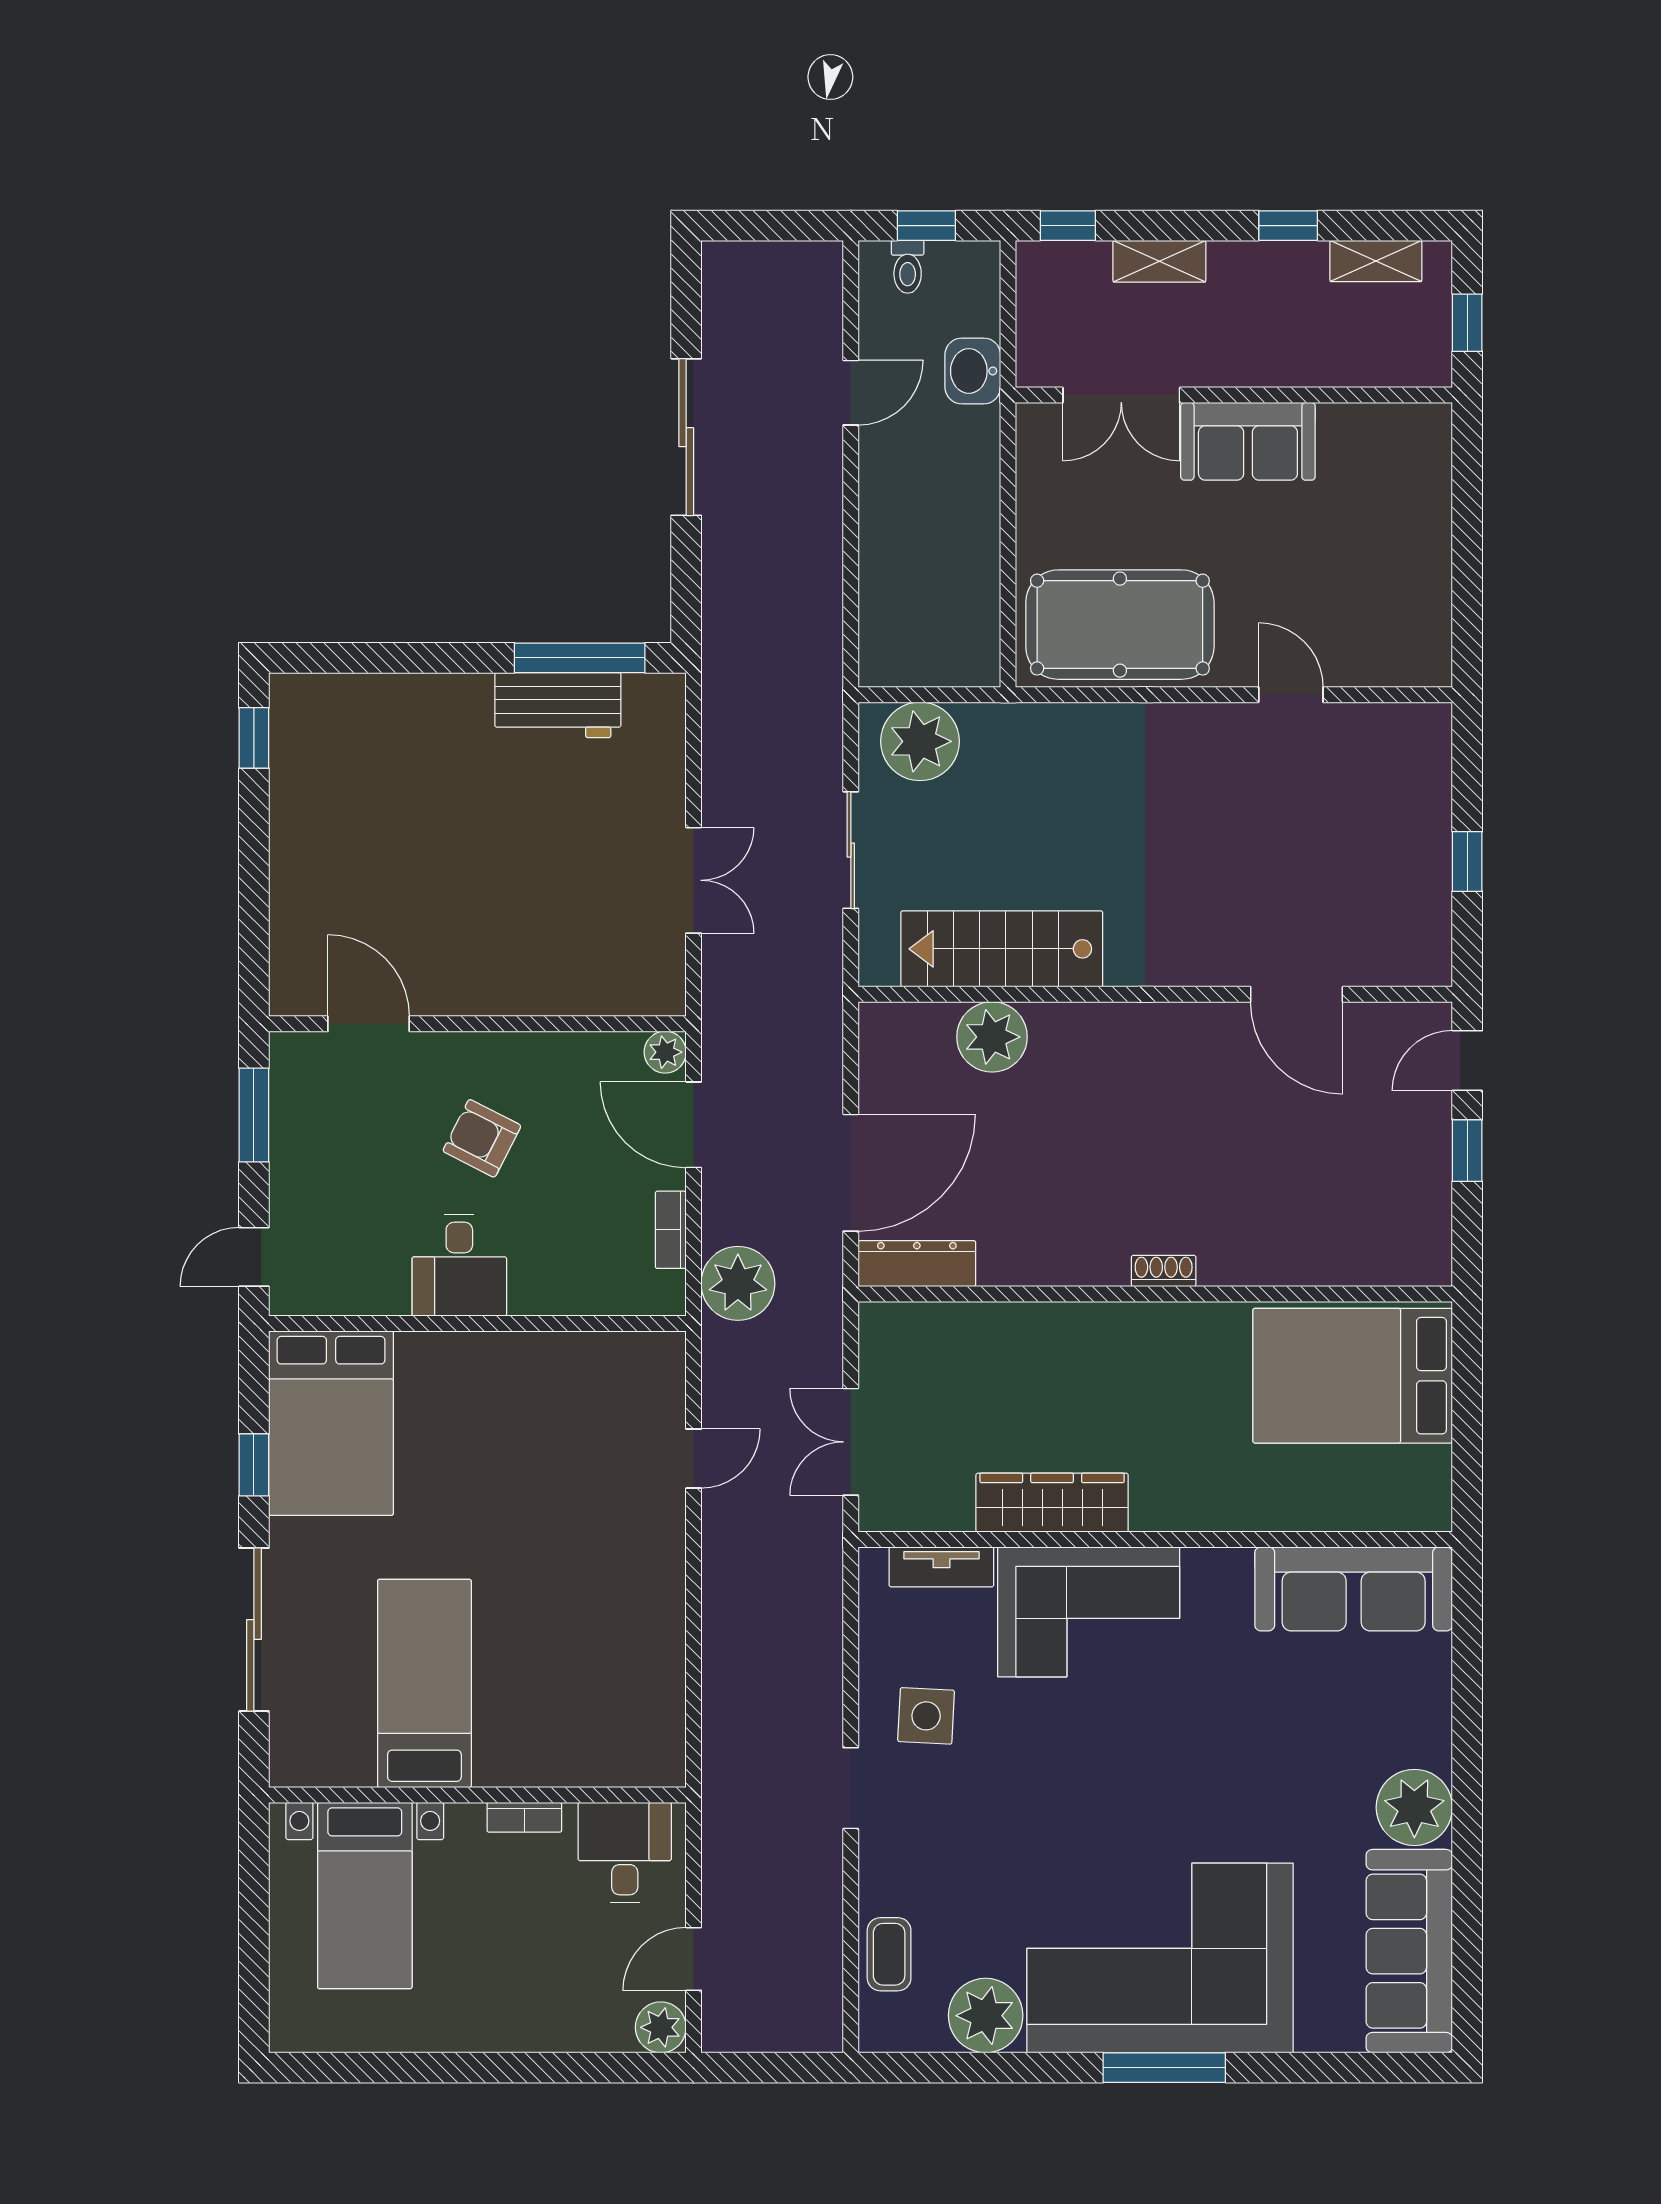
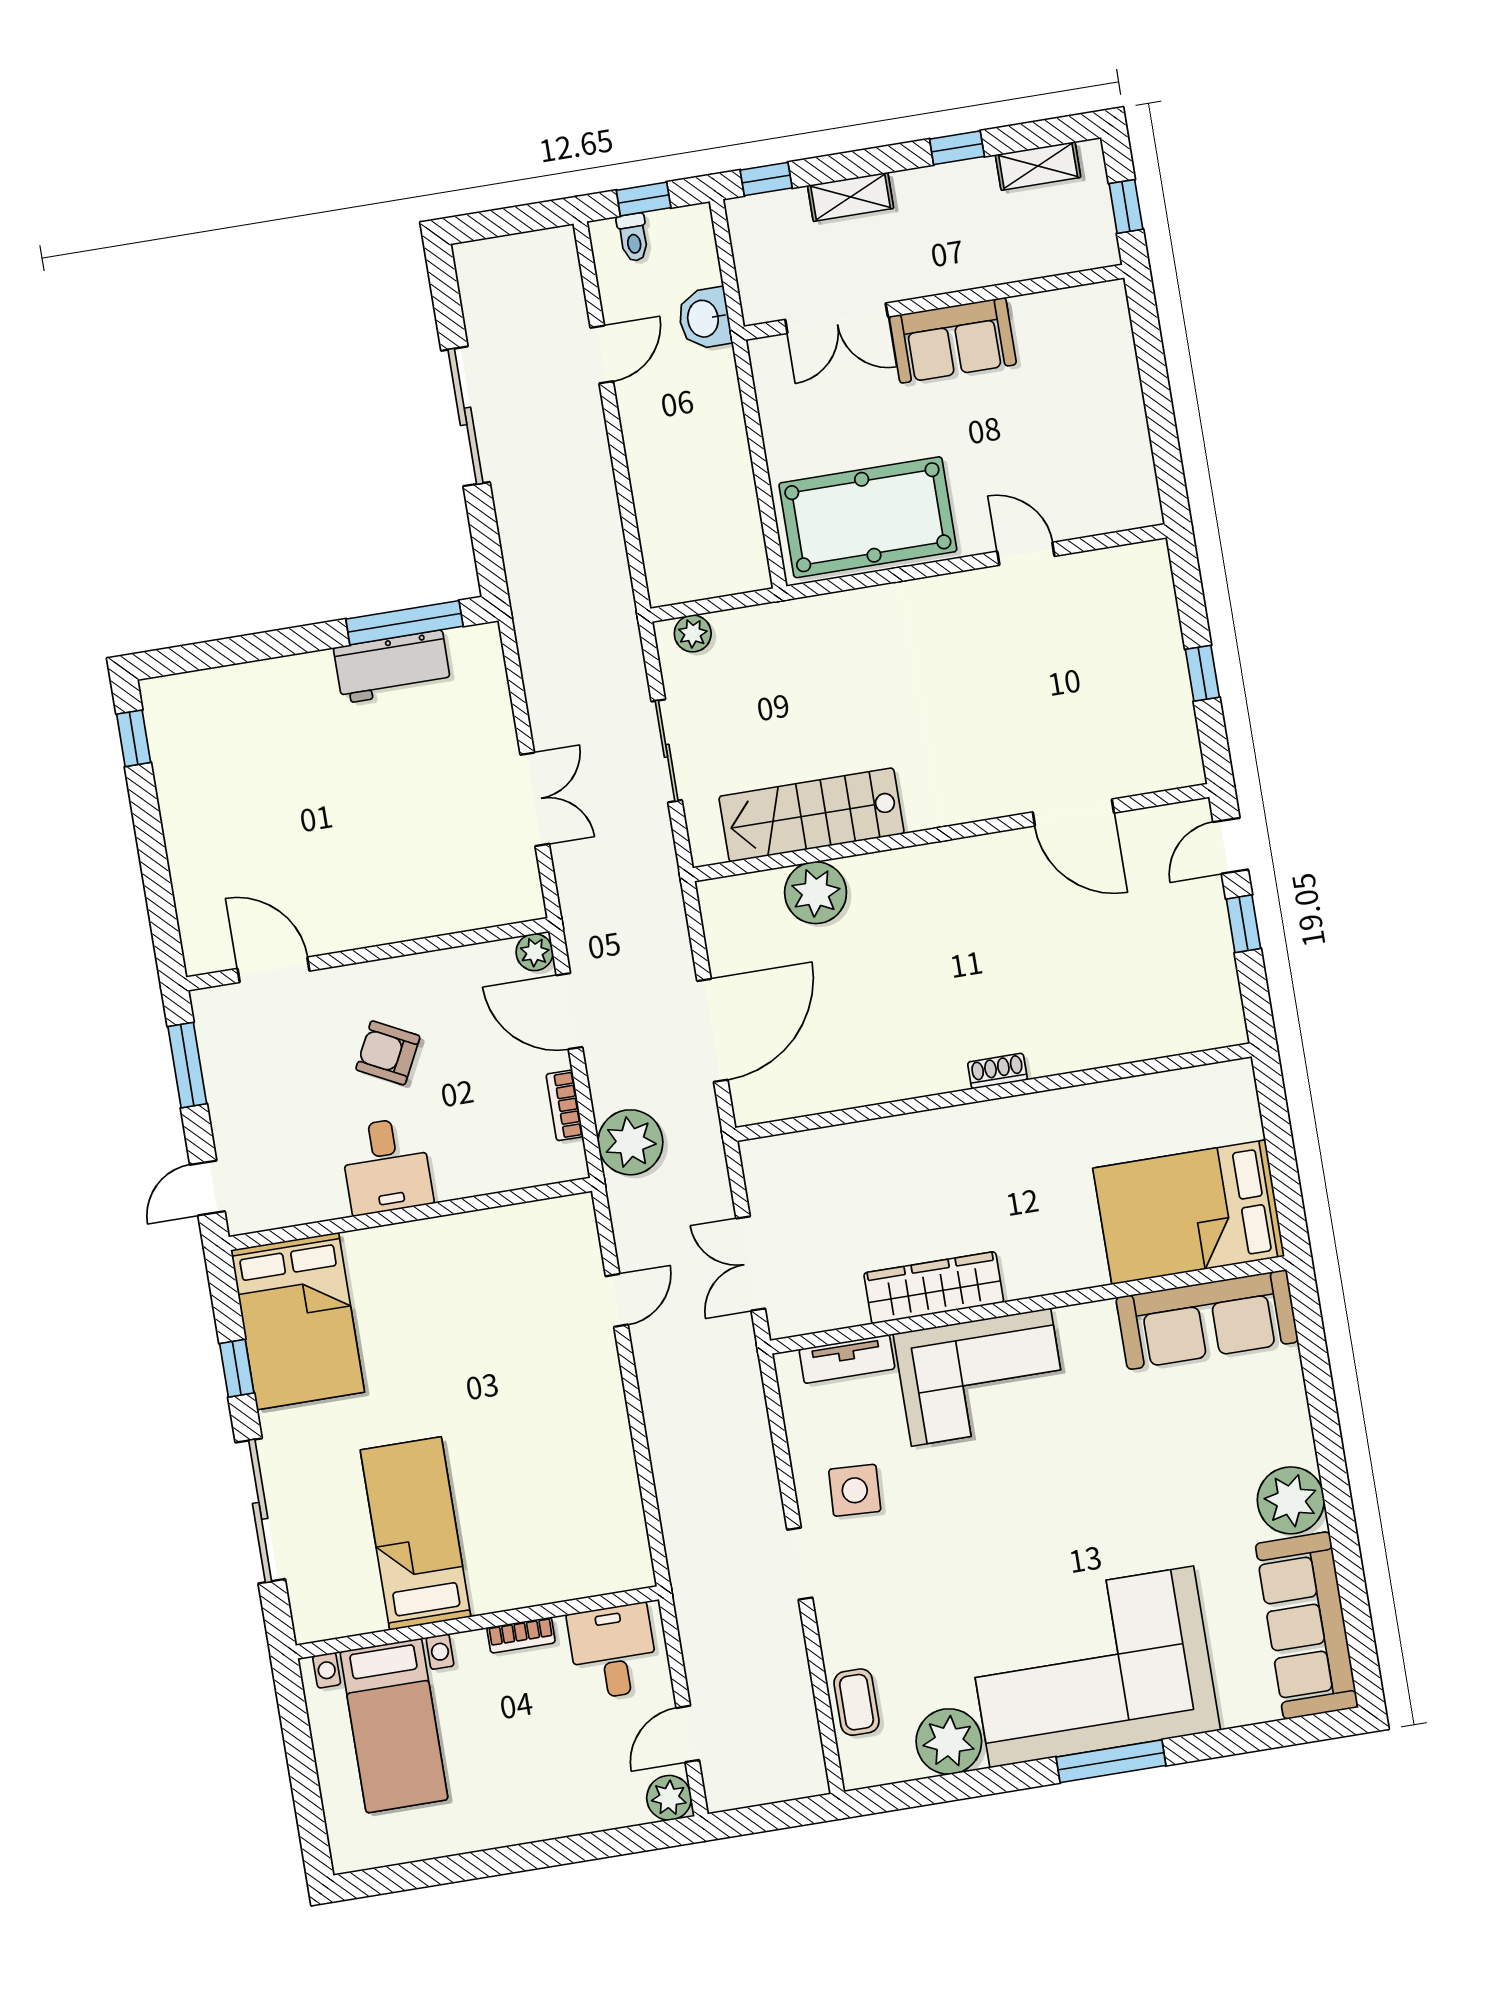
plant: (920, 741) -> (693, 634), width x0.53, depth x0.53
dresser: (917, 1264) -> (783, 1100), removed
bed: (1353, 1376) -> (1189, 1212), moved

